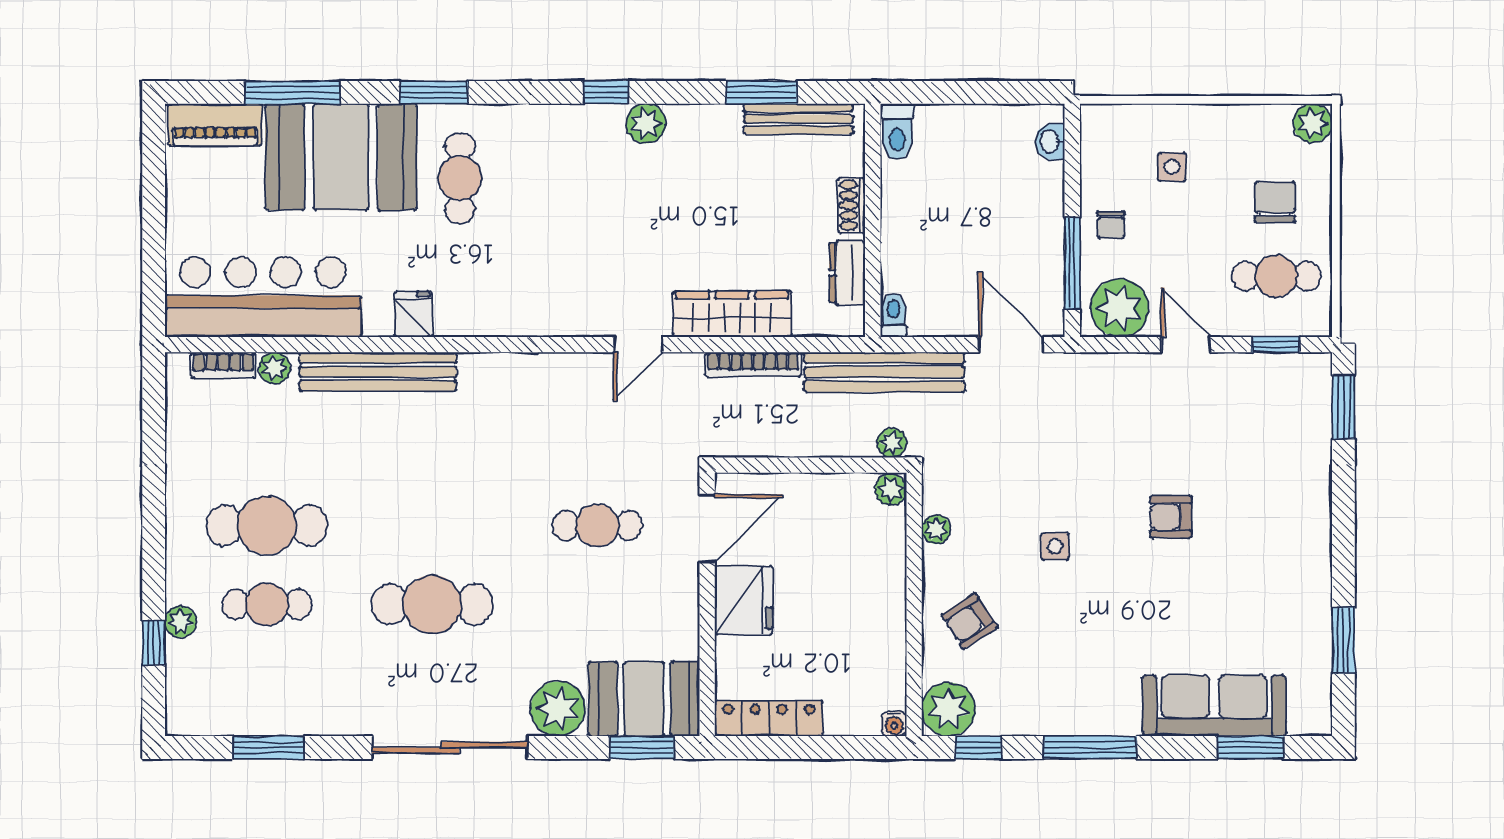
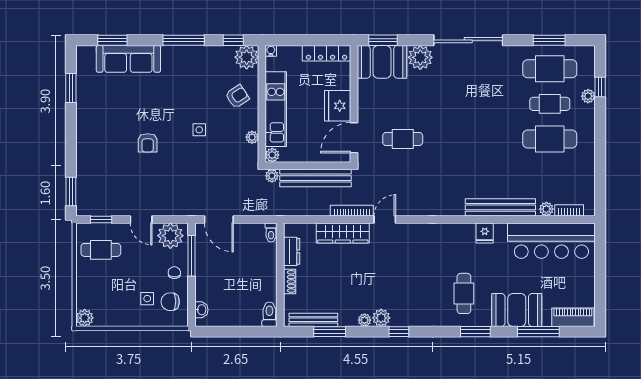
plant: (683, 118) -> (365, 320), added
booth: (341, 157) -> (517, 310), width x0.73, depth x0.70
chair: (1275, 202) -> (170, 302), moved, turned 90
bookcase: (753, 364) -> (352, 211), moved
bench: (884, 372) -> (316, 178), moved
armchair: (1171, 517) -> (148, 143), turned 90
kitchen unit: (883, 593) -> (276, 109), added
cafe table: (432, 604) -> (550, 69), moved

